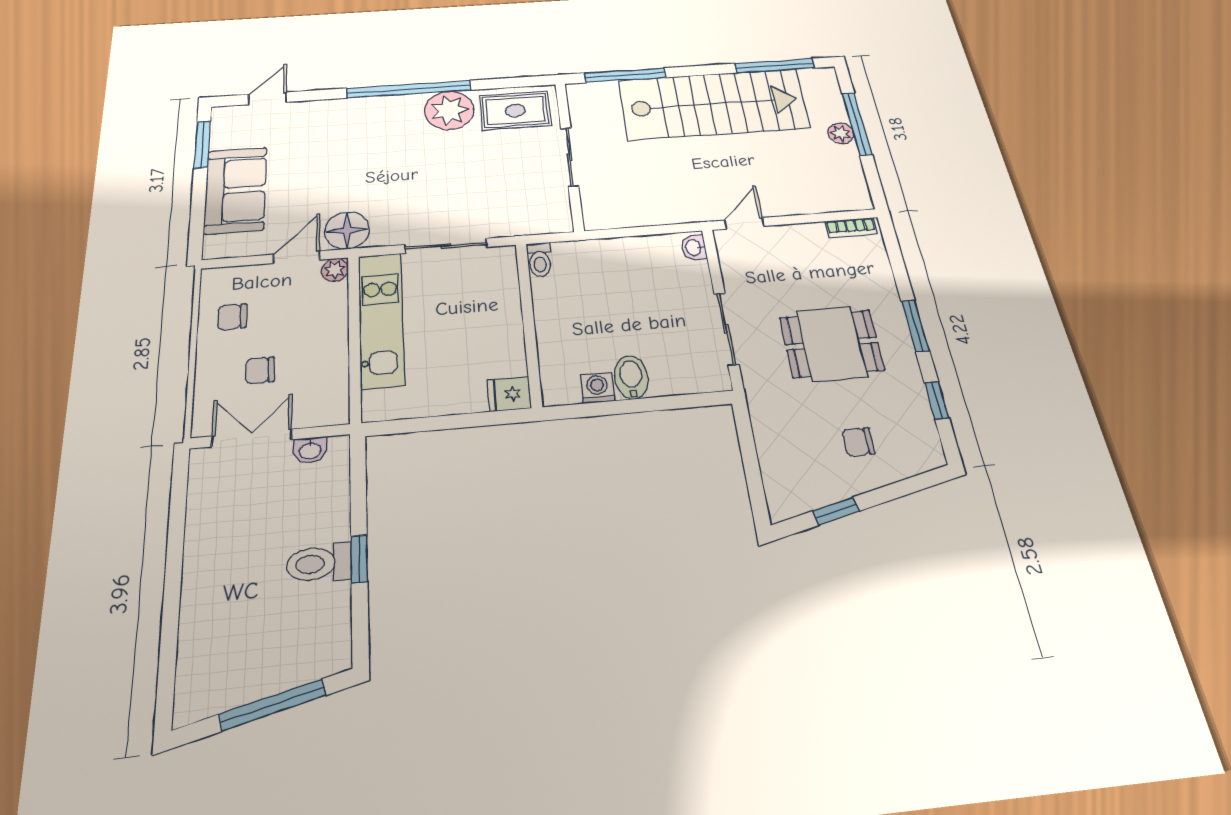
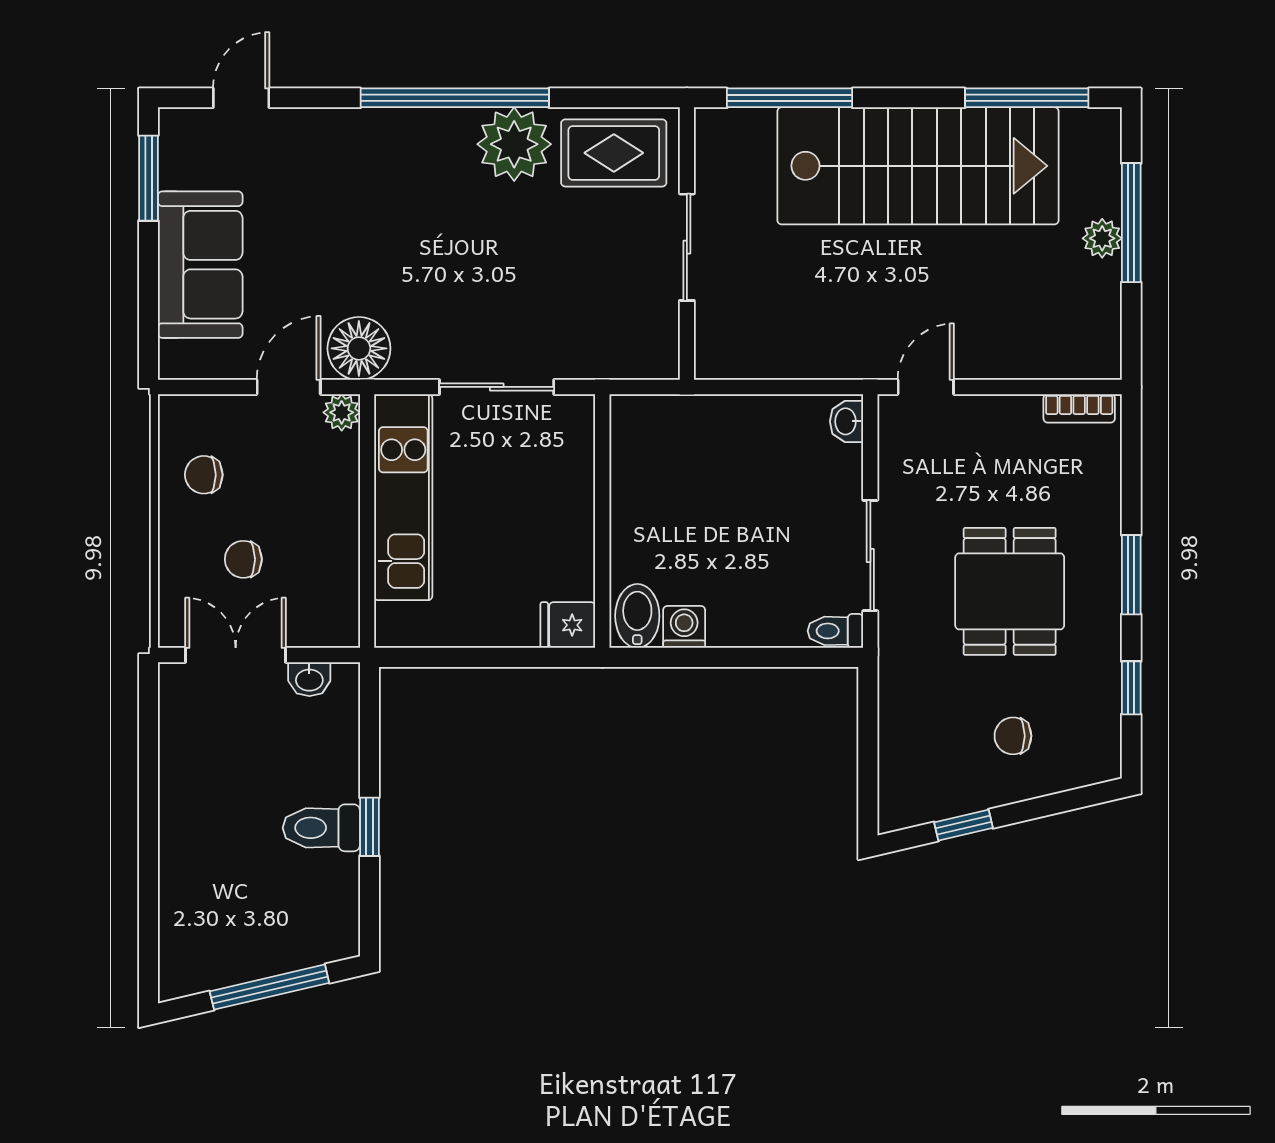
toilet: (540, 260) -> (835, 631), moved, turned 90
dining table: (832, 344) -> (1010, 591), turned 90
bidet: (631, 377) -> (637, 616), moved

